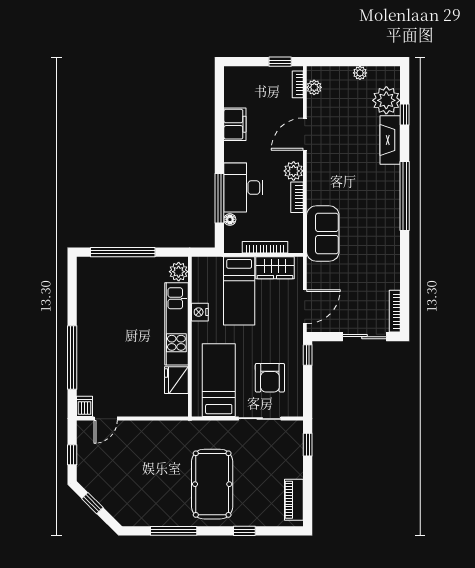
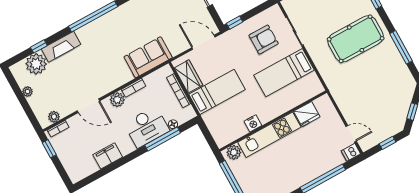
plant: (179, 272) -> (234, 152), moved
nightstand: (200, 312) -> (253, 123), moved
kitchen unit: (176, 324) -> (269, 135), moved
wall: (190, 337) -> (273, 121), moved
fridge: (176, 380) -> (307, 114), moved

